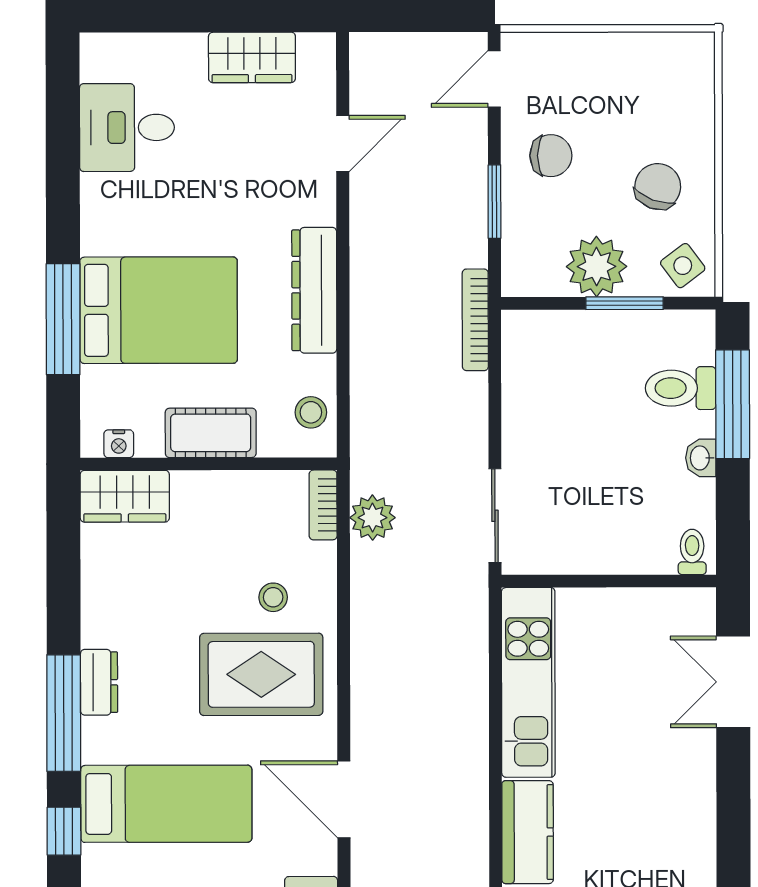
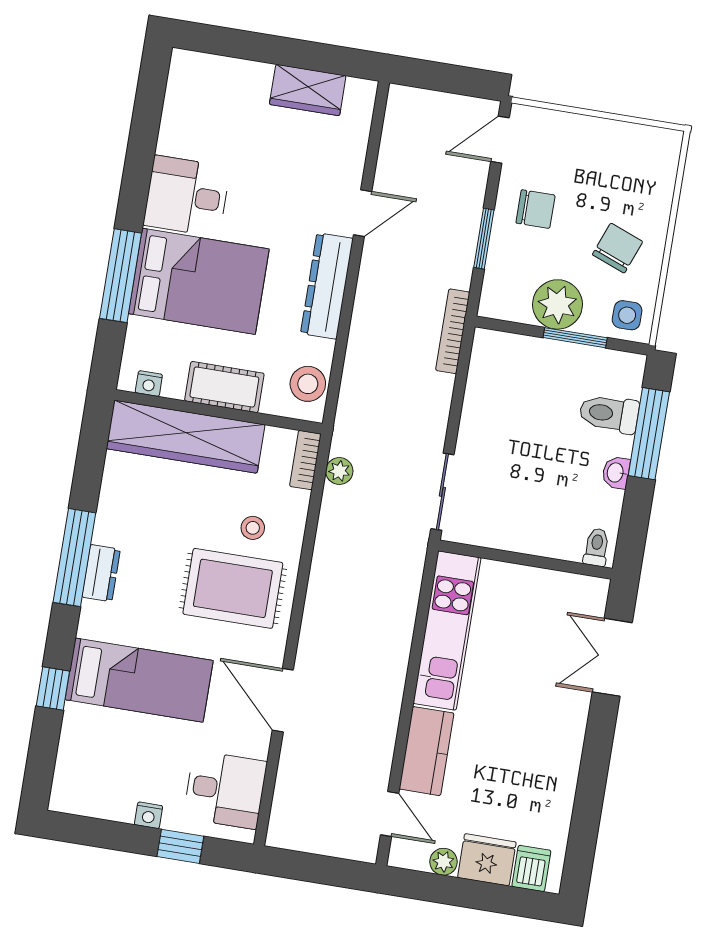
desk: (127, 127) -> (187, 196), moved
door: (343, 144) -> (363, 213), moved
side table: (683, 266) -> (627, 315), turned 37
stool: (311, 412) -> (308, 384), width x1.37, depth x1.37
wardrobe: (125, 496) -> (186, 437), width x2.10, depth x1.17
plant: (373, 518) -> (339, 471), width x0.73, depth x0.73
window: (64, 713) -> (74, 558), moved

